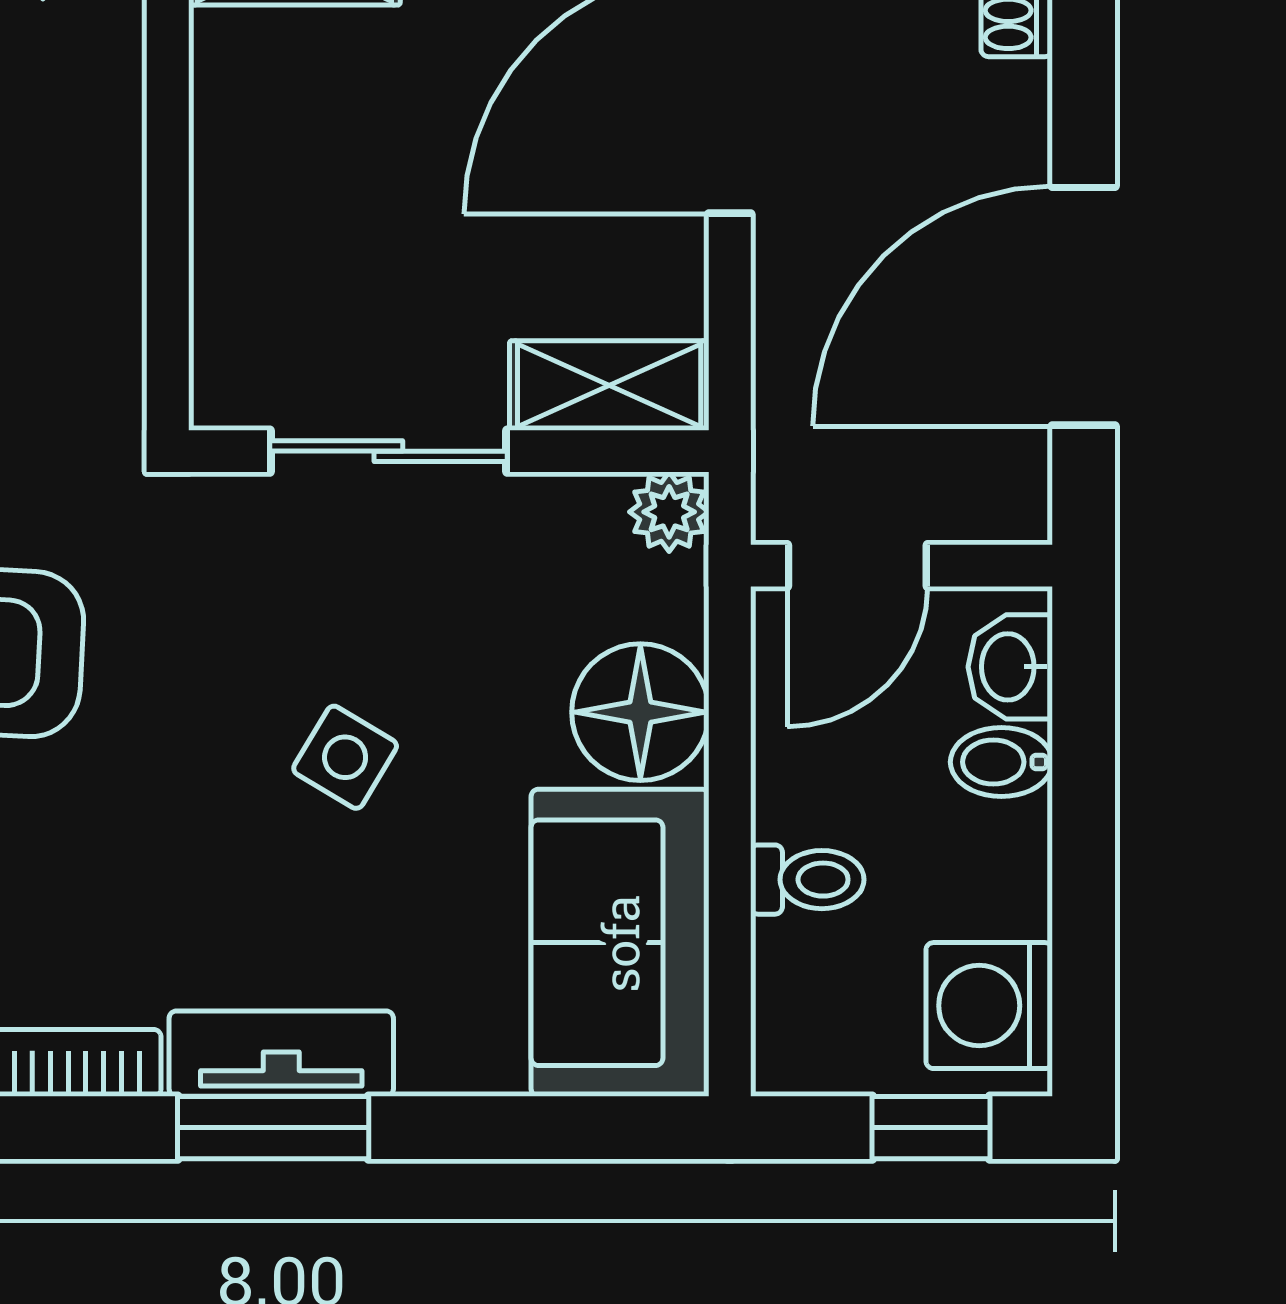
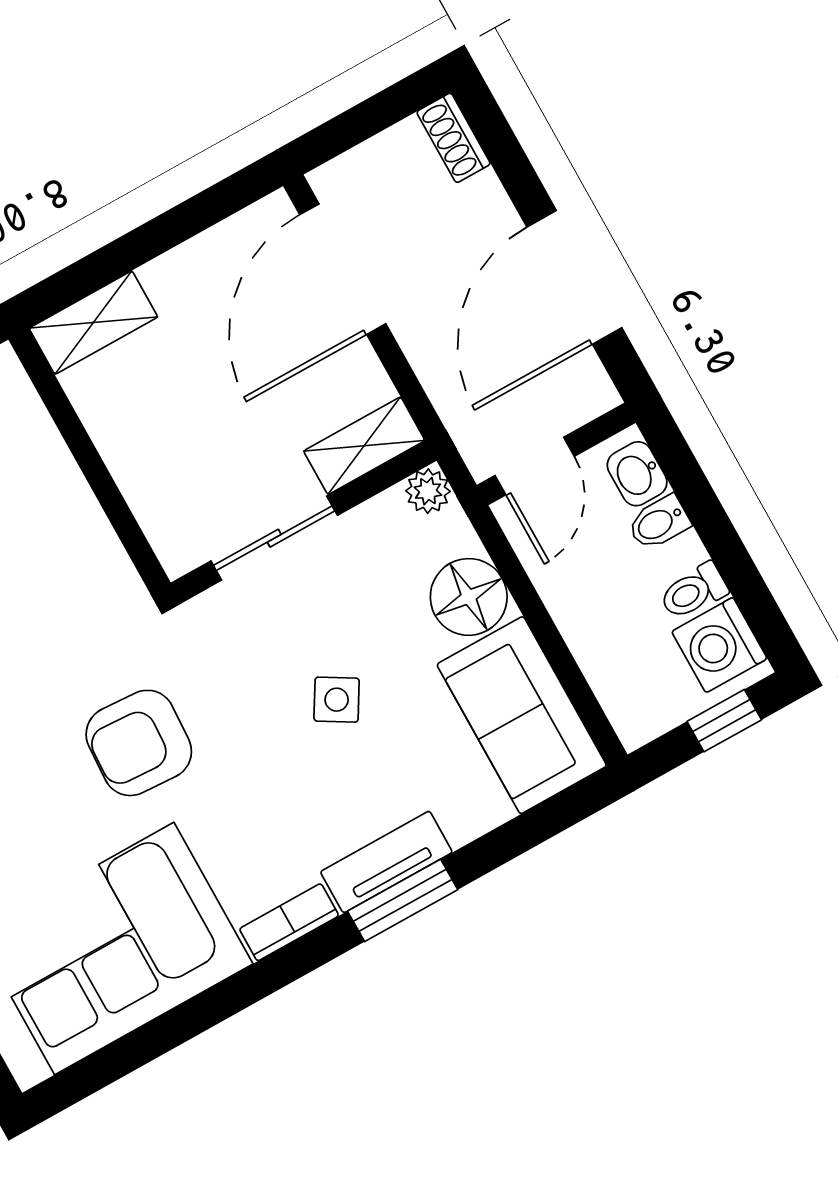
toilet: (807, 880) -> (694, 591), moved, turned 180

